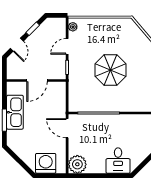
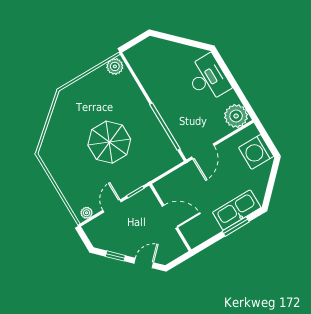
door: (67, 46) -> (112, 206), swing flipped
kitchen sink: (15, 112) -> (237, 210), moved
desk: (118, 161) -> (208, 78), width x1.37

